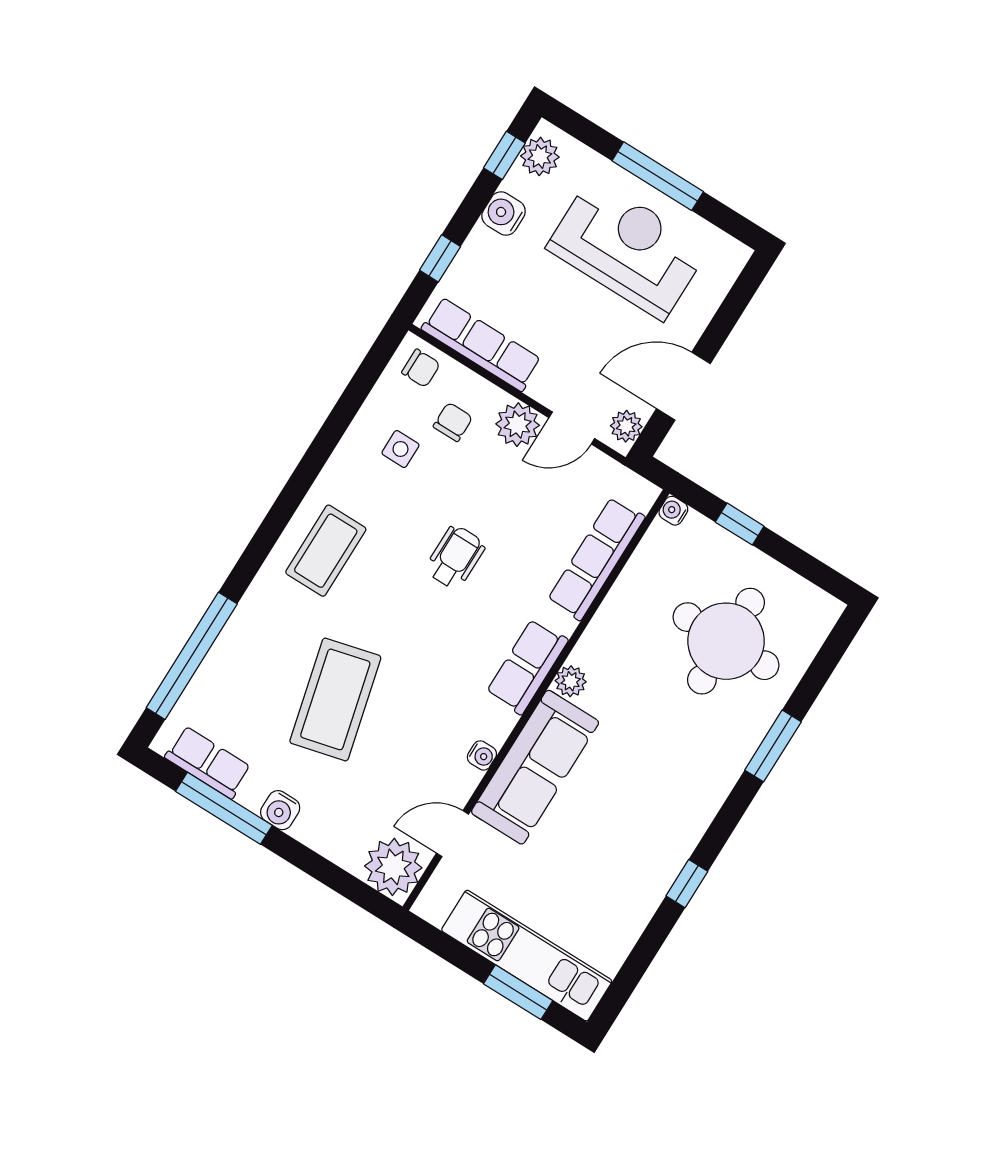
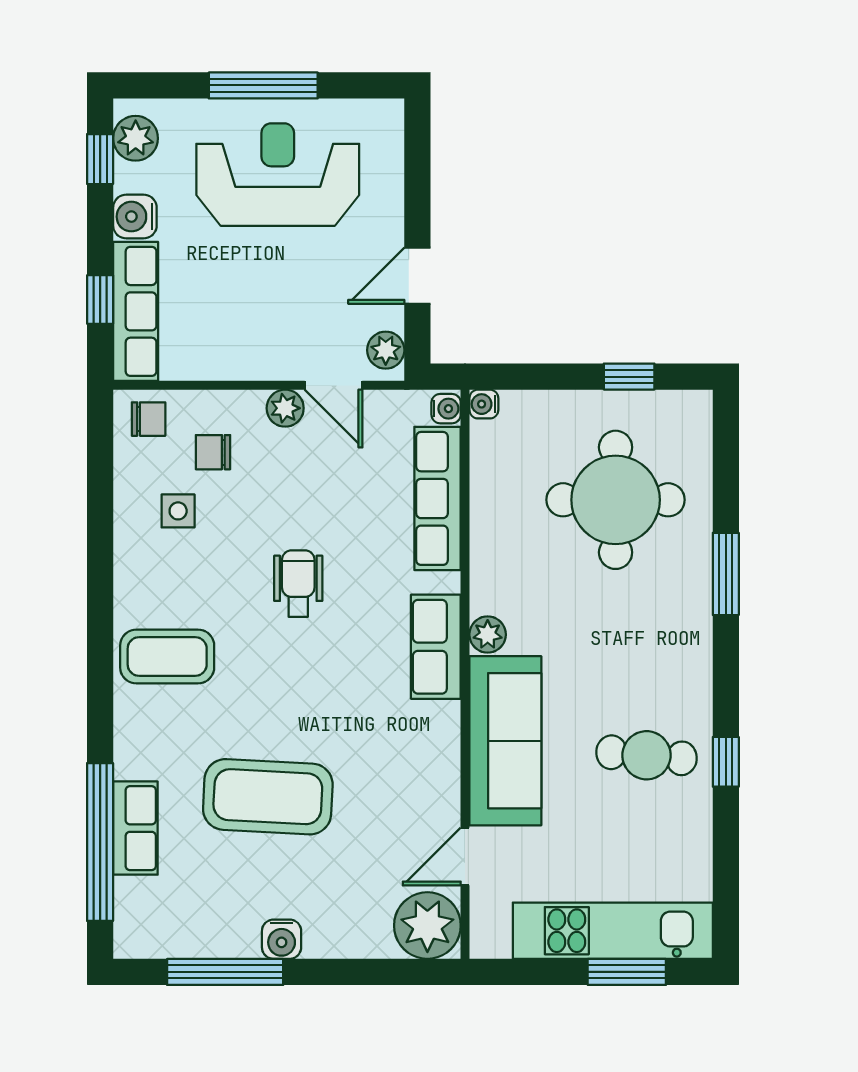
row of seats: (481, 344) -> (136, 311), moved, turned 90
door: (683, 386) -> (417, 276), width x0.73
chair: (453, 422) -> (213, 452), turned -90
plant: (518, 425) -> (285, 408), width x0.73, depth x0.73
door: (572, 428) -> (333, 385), hinge flipped
window: (740, 524) -> (629, 377), moved
coffee table: (326, 551) -> (167, 657), turned 90
coffee table: (335, 699) -> (268, 797), turned -73
water cooler: (482, 755) -> (446, 409), moved
row of seats: (208, 762) -> (135, 828), moved, turned 90
cafe table: (632, 842) -> (647, 755), added

